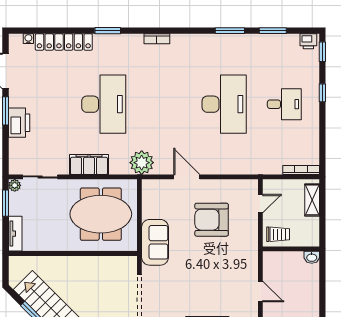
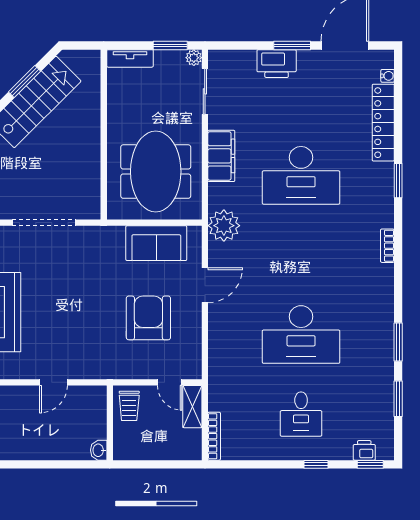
printer: (308, 41) -> (364, 450), moved, turned 90
shelving: (312, 200) -> (192, 407), moved, turned 90
sofa: (155, 242) -> (156, 243), moved

